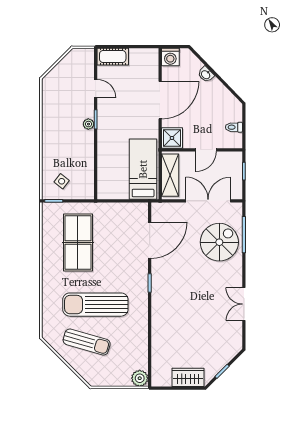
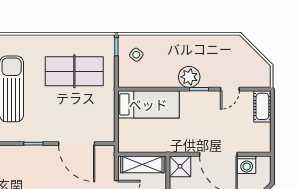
washing machine: (170, 57) -> (247, 165), moved, turned -90
plant: (88, 124) -> (189, 77), width x1.88, depth x1.88
bed: (143, 169) -> (148, 104), moved

